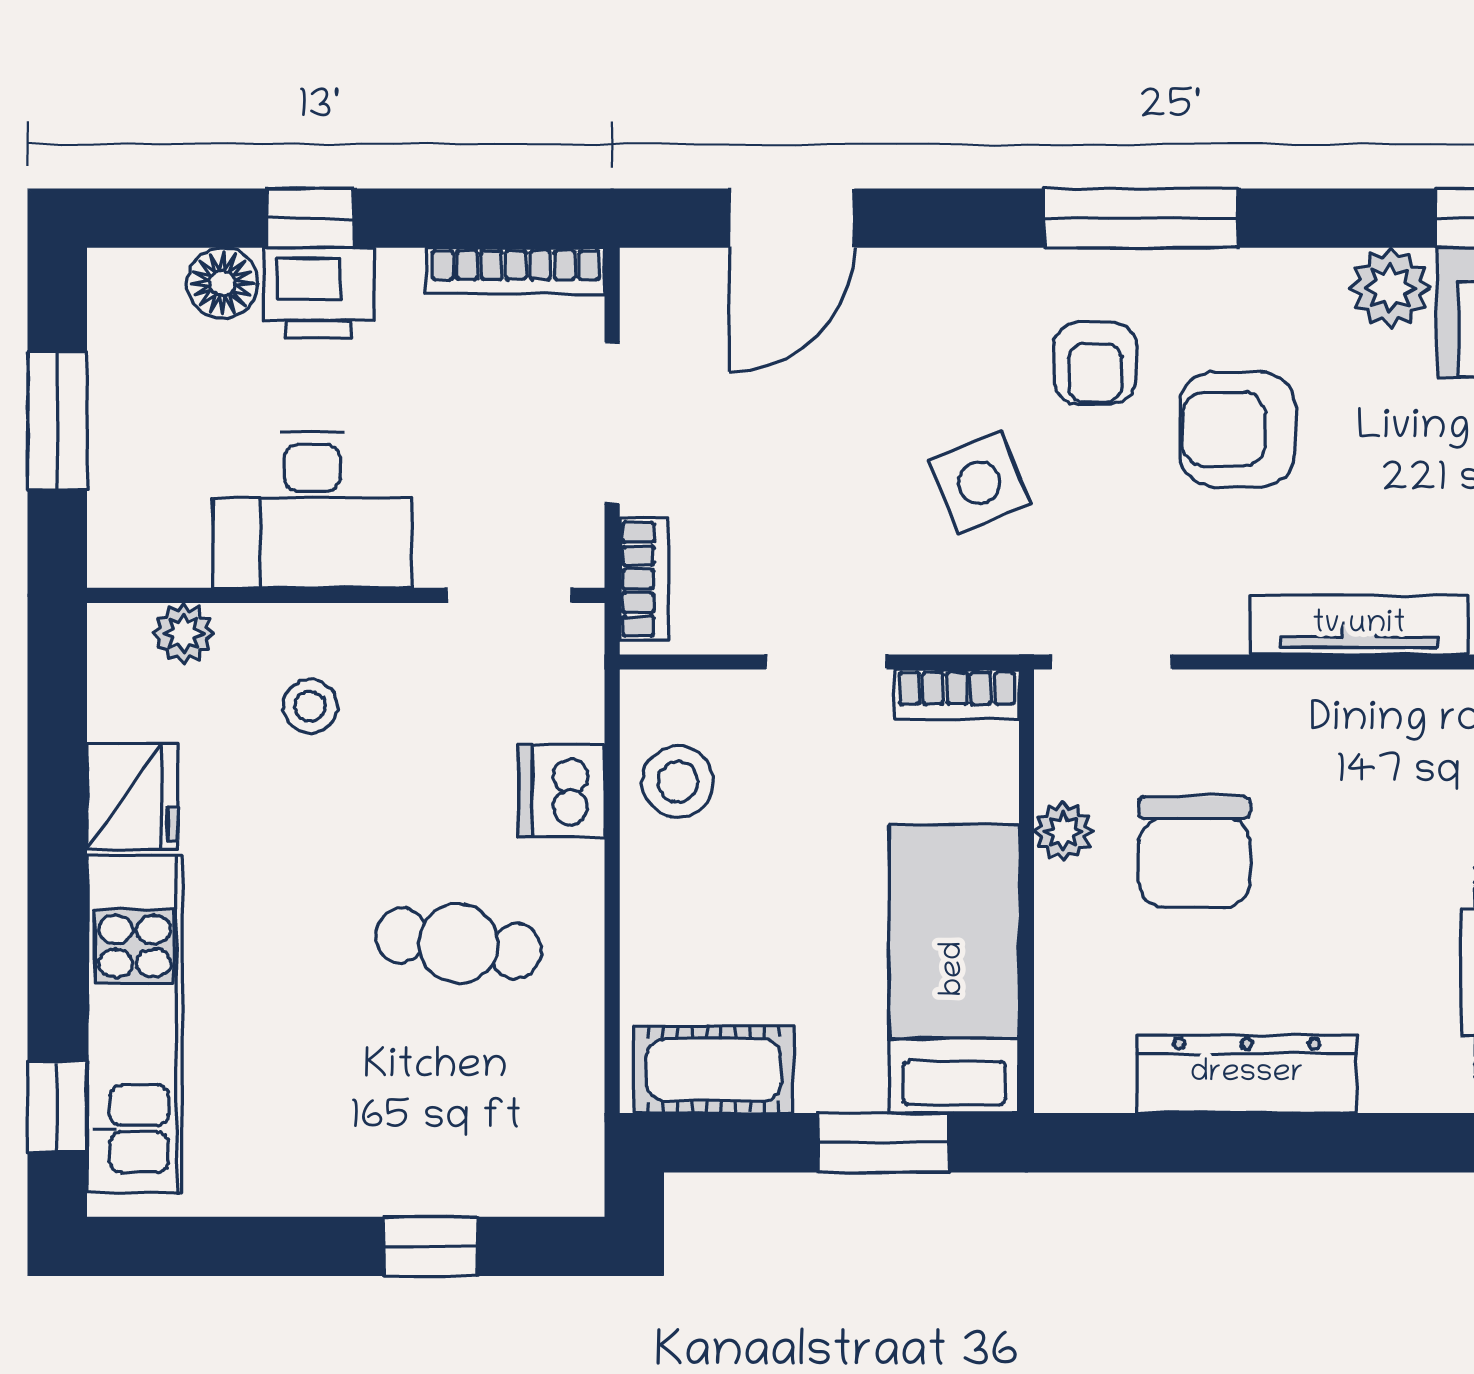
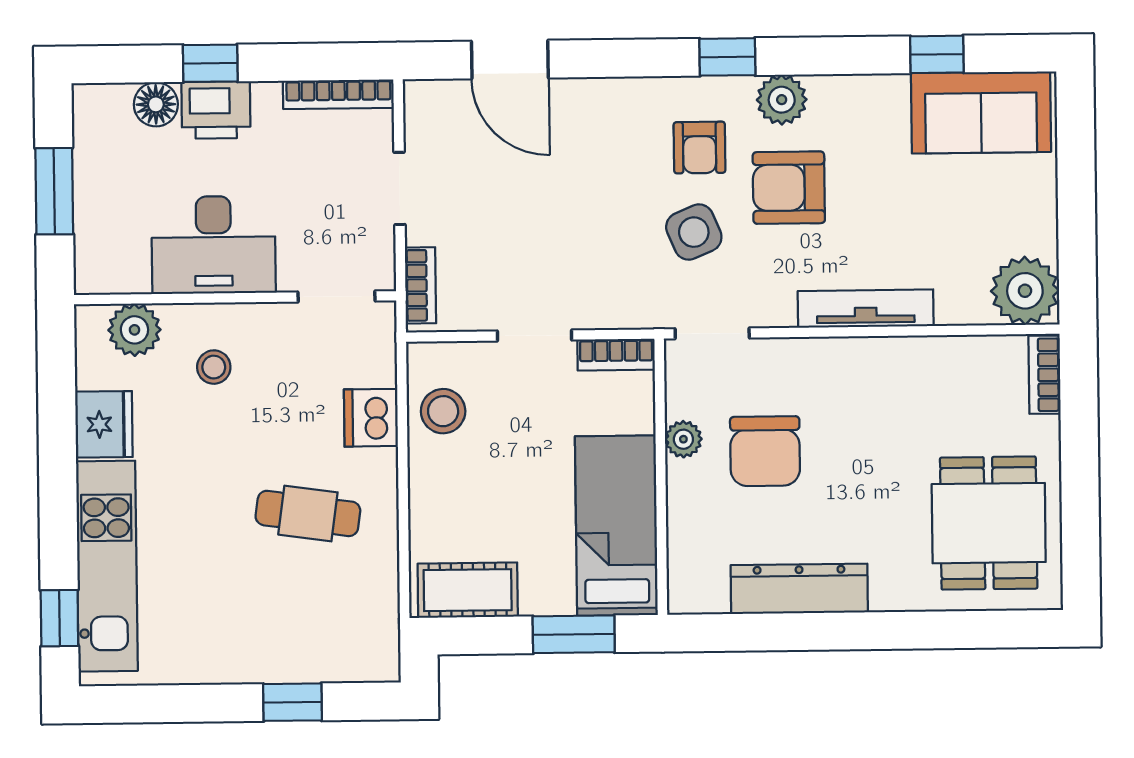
door: (792, 218) -> (510, 60), hinge flipped
window: (1141, 218) -> (727, 57), width x0.46
plant: (1390, 288) -> (782, 100), moved
doorway: (612, 423) -> (399, 188), width x0.73
side table: (979, 483) -> (694, 232), moved
plant: (184, 633) -> (134, 330), width x1.38, depth x1.38

